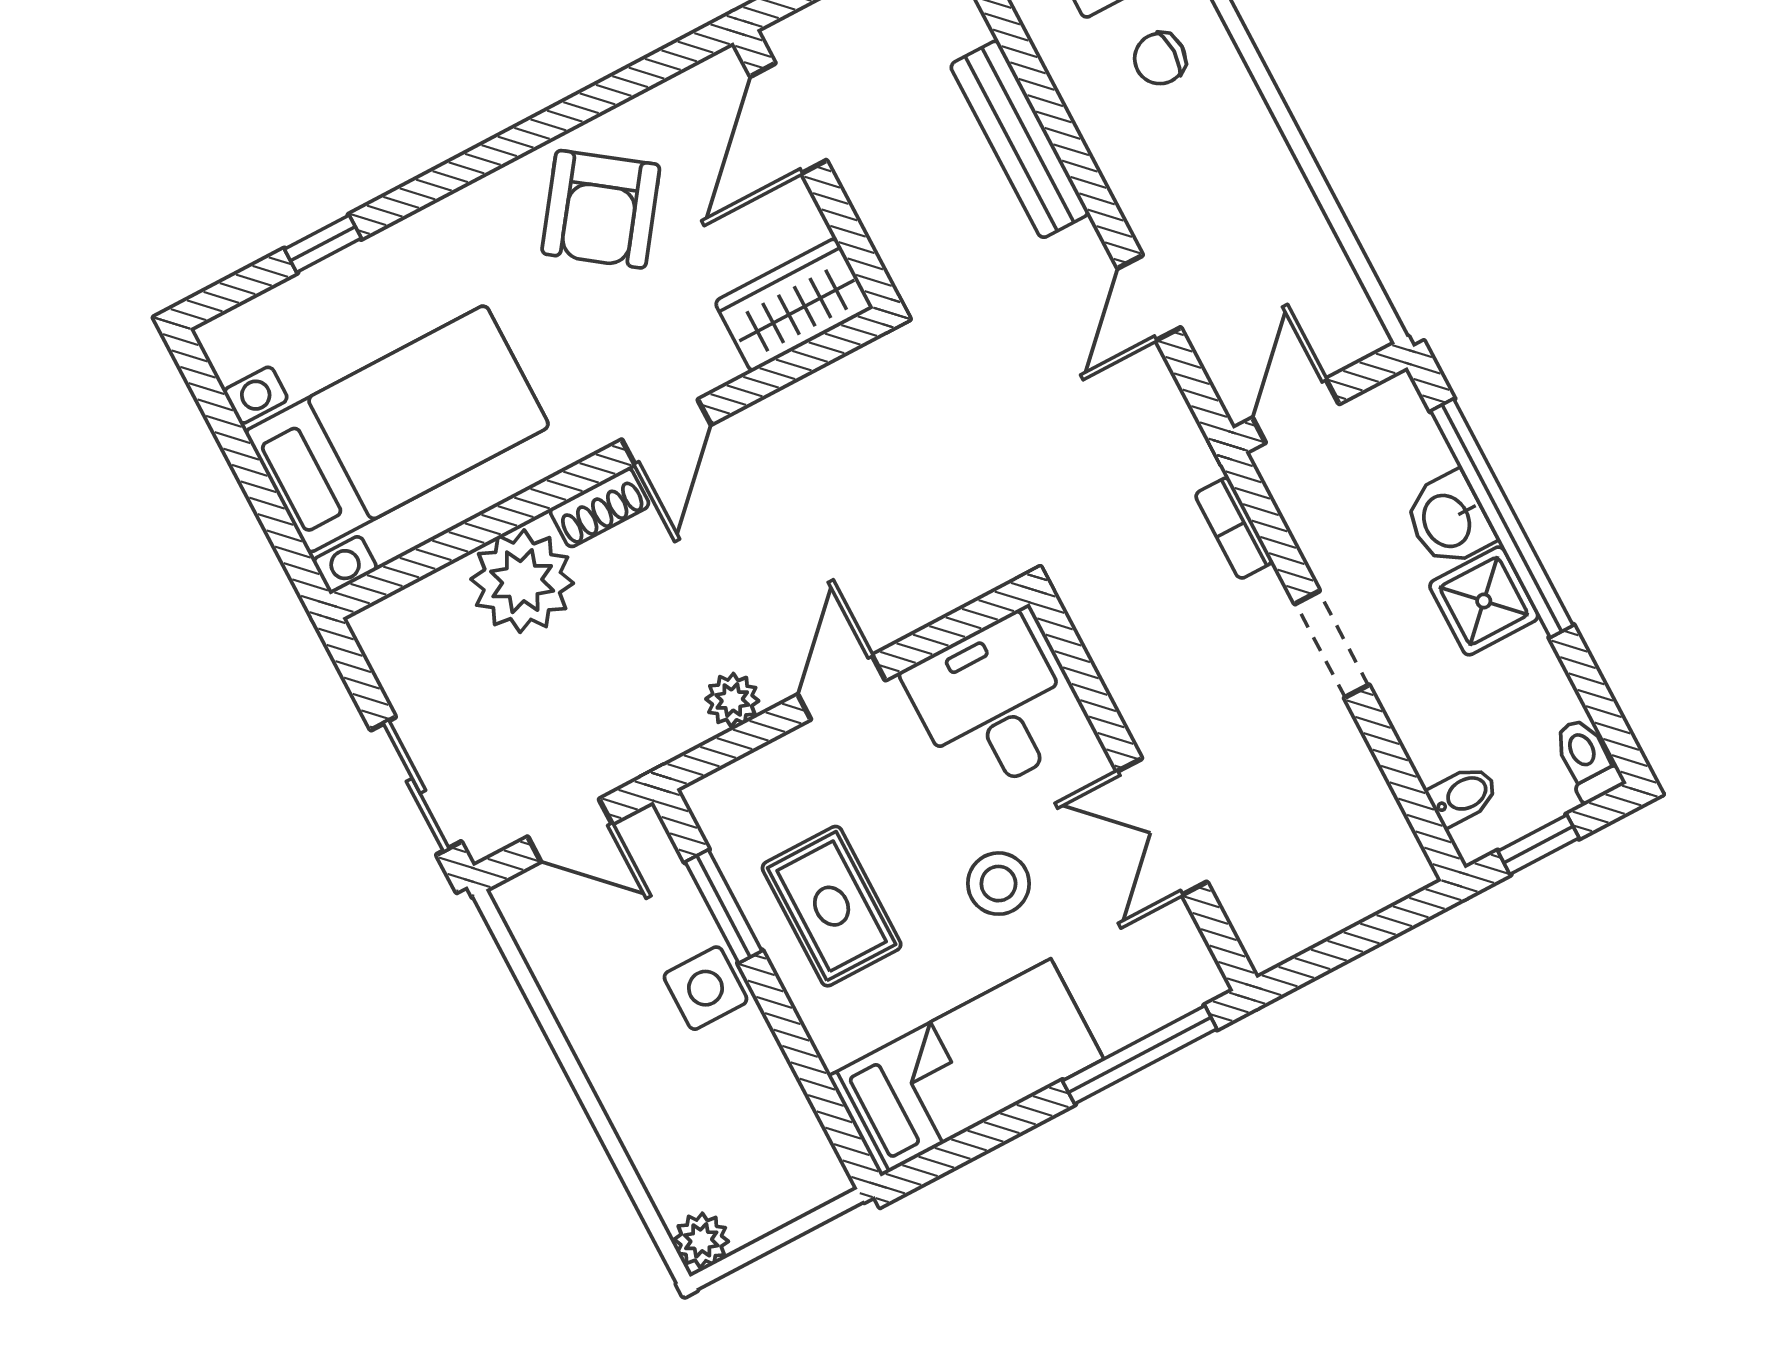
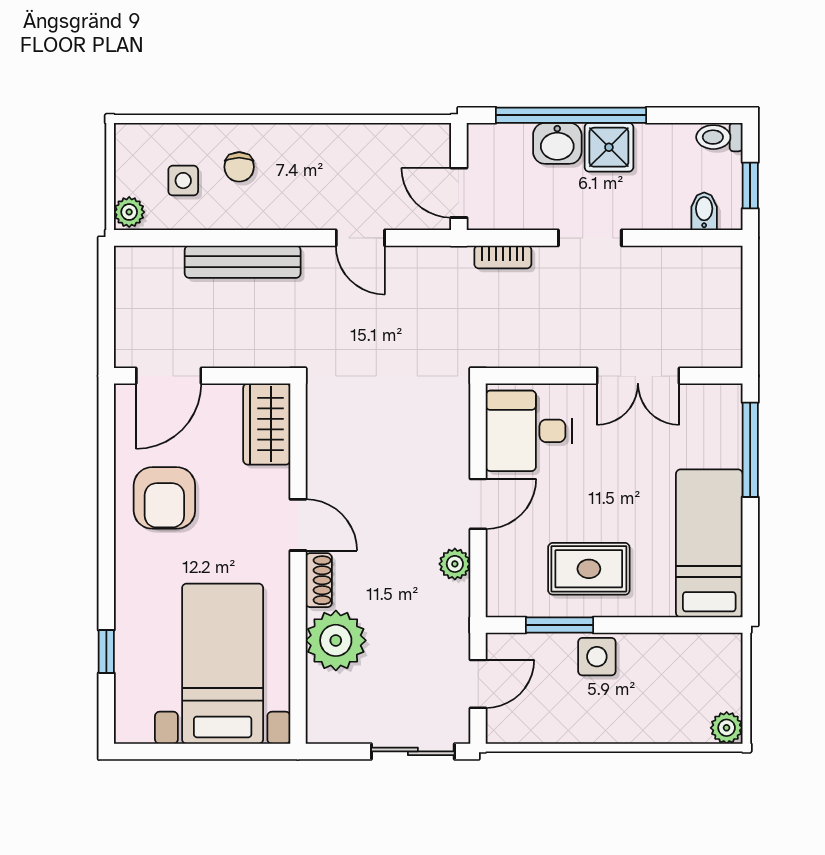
door: (788, 118) -> (169, 376), hinge flipped
armchair: (601, 209) -> (164, 498), turned 54
door: (841, 687) -> (478, 504), swing flipped
stool: (998, 884) -> (623, 476), removed

